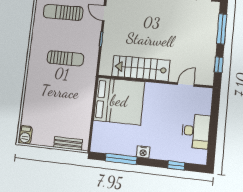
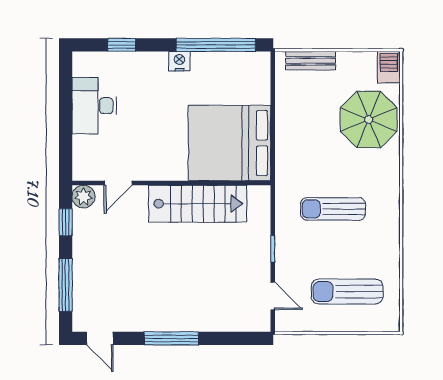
sun lounger: (63, 12) -> (347, 291), turned 180
plant: (207, 79) -> (84, 197), added
parasol: (40, 106) -> (369, 120), added
window: (121, 159) -> (216, 45), width x1.46

